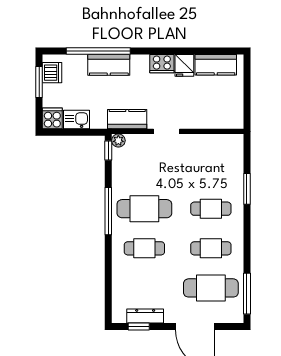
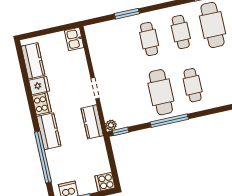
kitchen counter: (109, 65) -> (49, 131), moved
kitchen sink: (76, 119) -> (74, 39), moved

